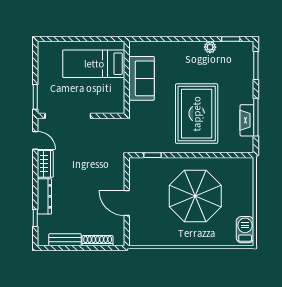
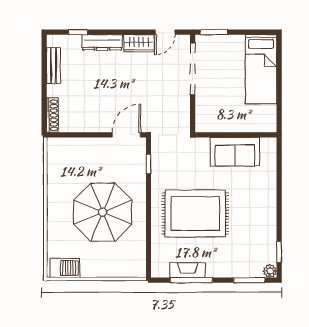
plant: (210, 47) -> (270, 271), moved
bed: (94, 64) -> (261, 69), moved, turned 180
door: (127, 203) -> (126, 135), moved
shoe rack: (98, 241) -> (52, 115), moved

